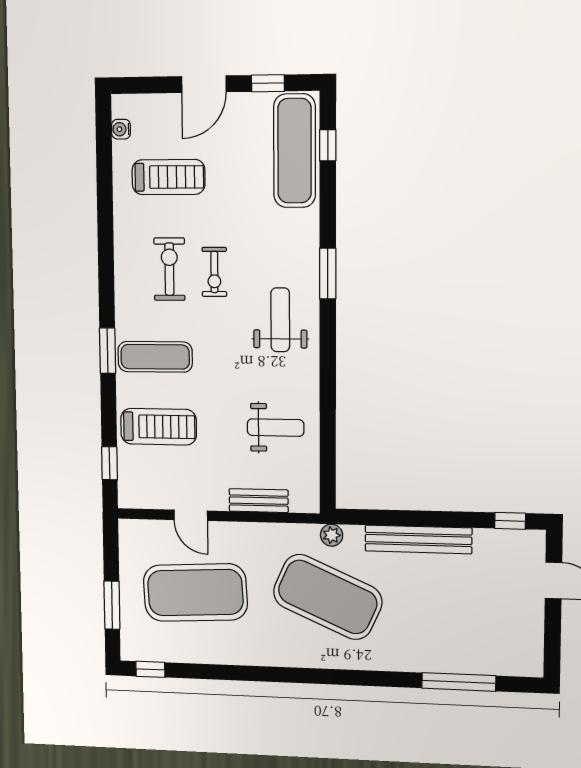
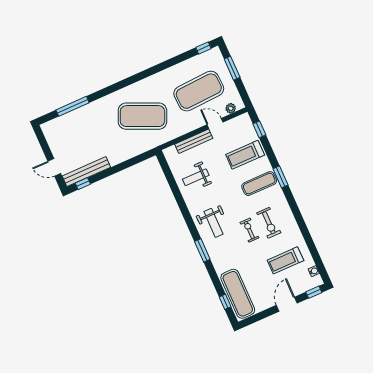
window: (268, 83) -> (314, 292), moved
bench: (259, 501) -> (194, 141), width x1.36
plant: (332, 535) -> (231, 108), moved
bench: (418, 539) -> (86, 172), moved

